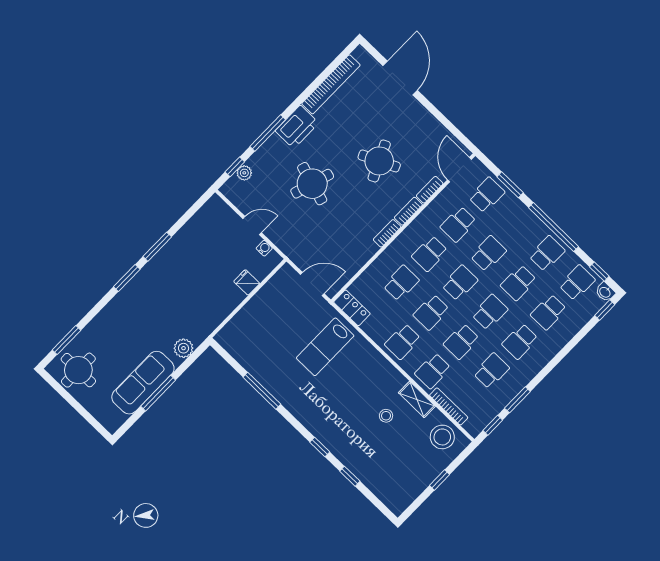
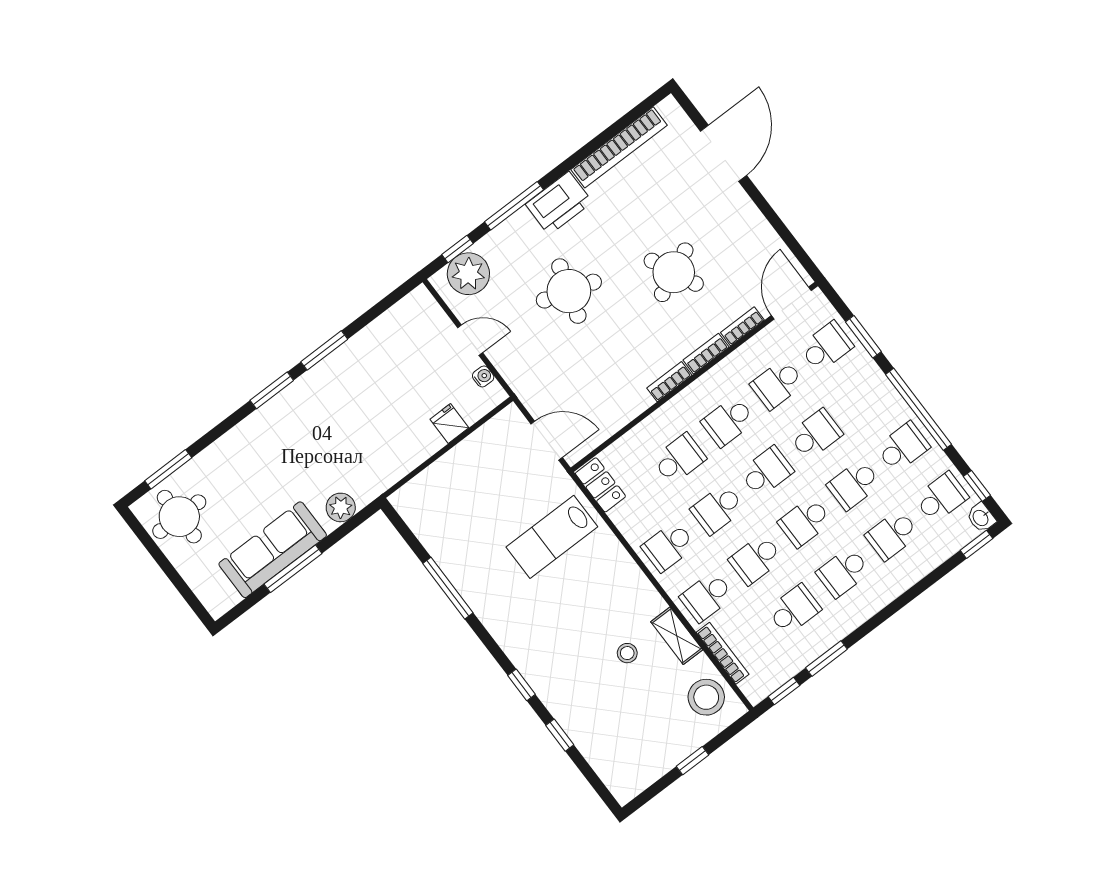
plant: (244, 173) -> (468, 274), width x1.87, depth x1.87
school desk: (490, 312) -> (805, 522), turned 180

